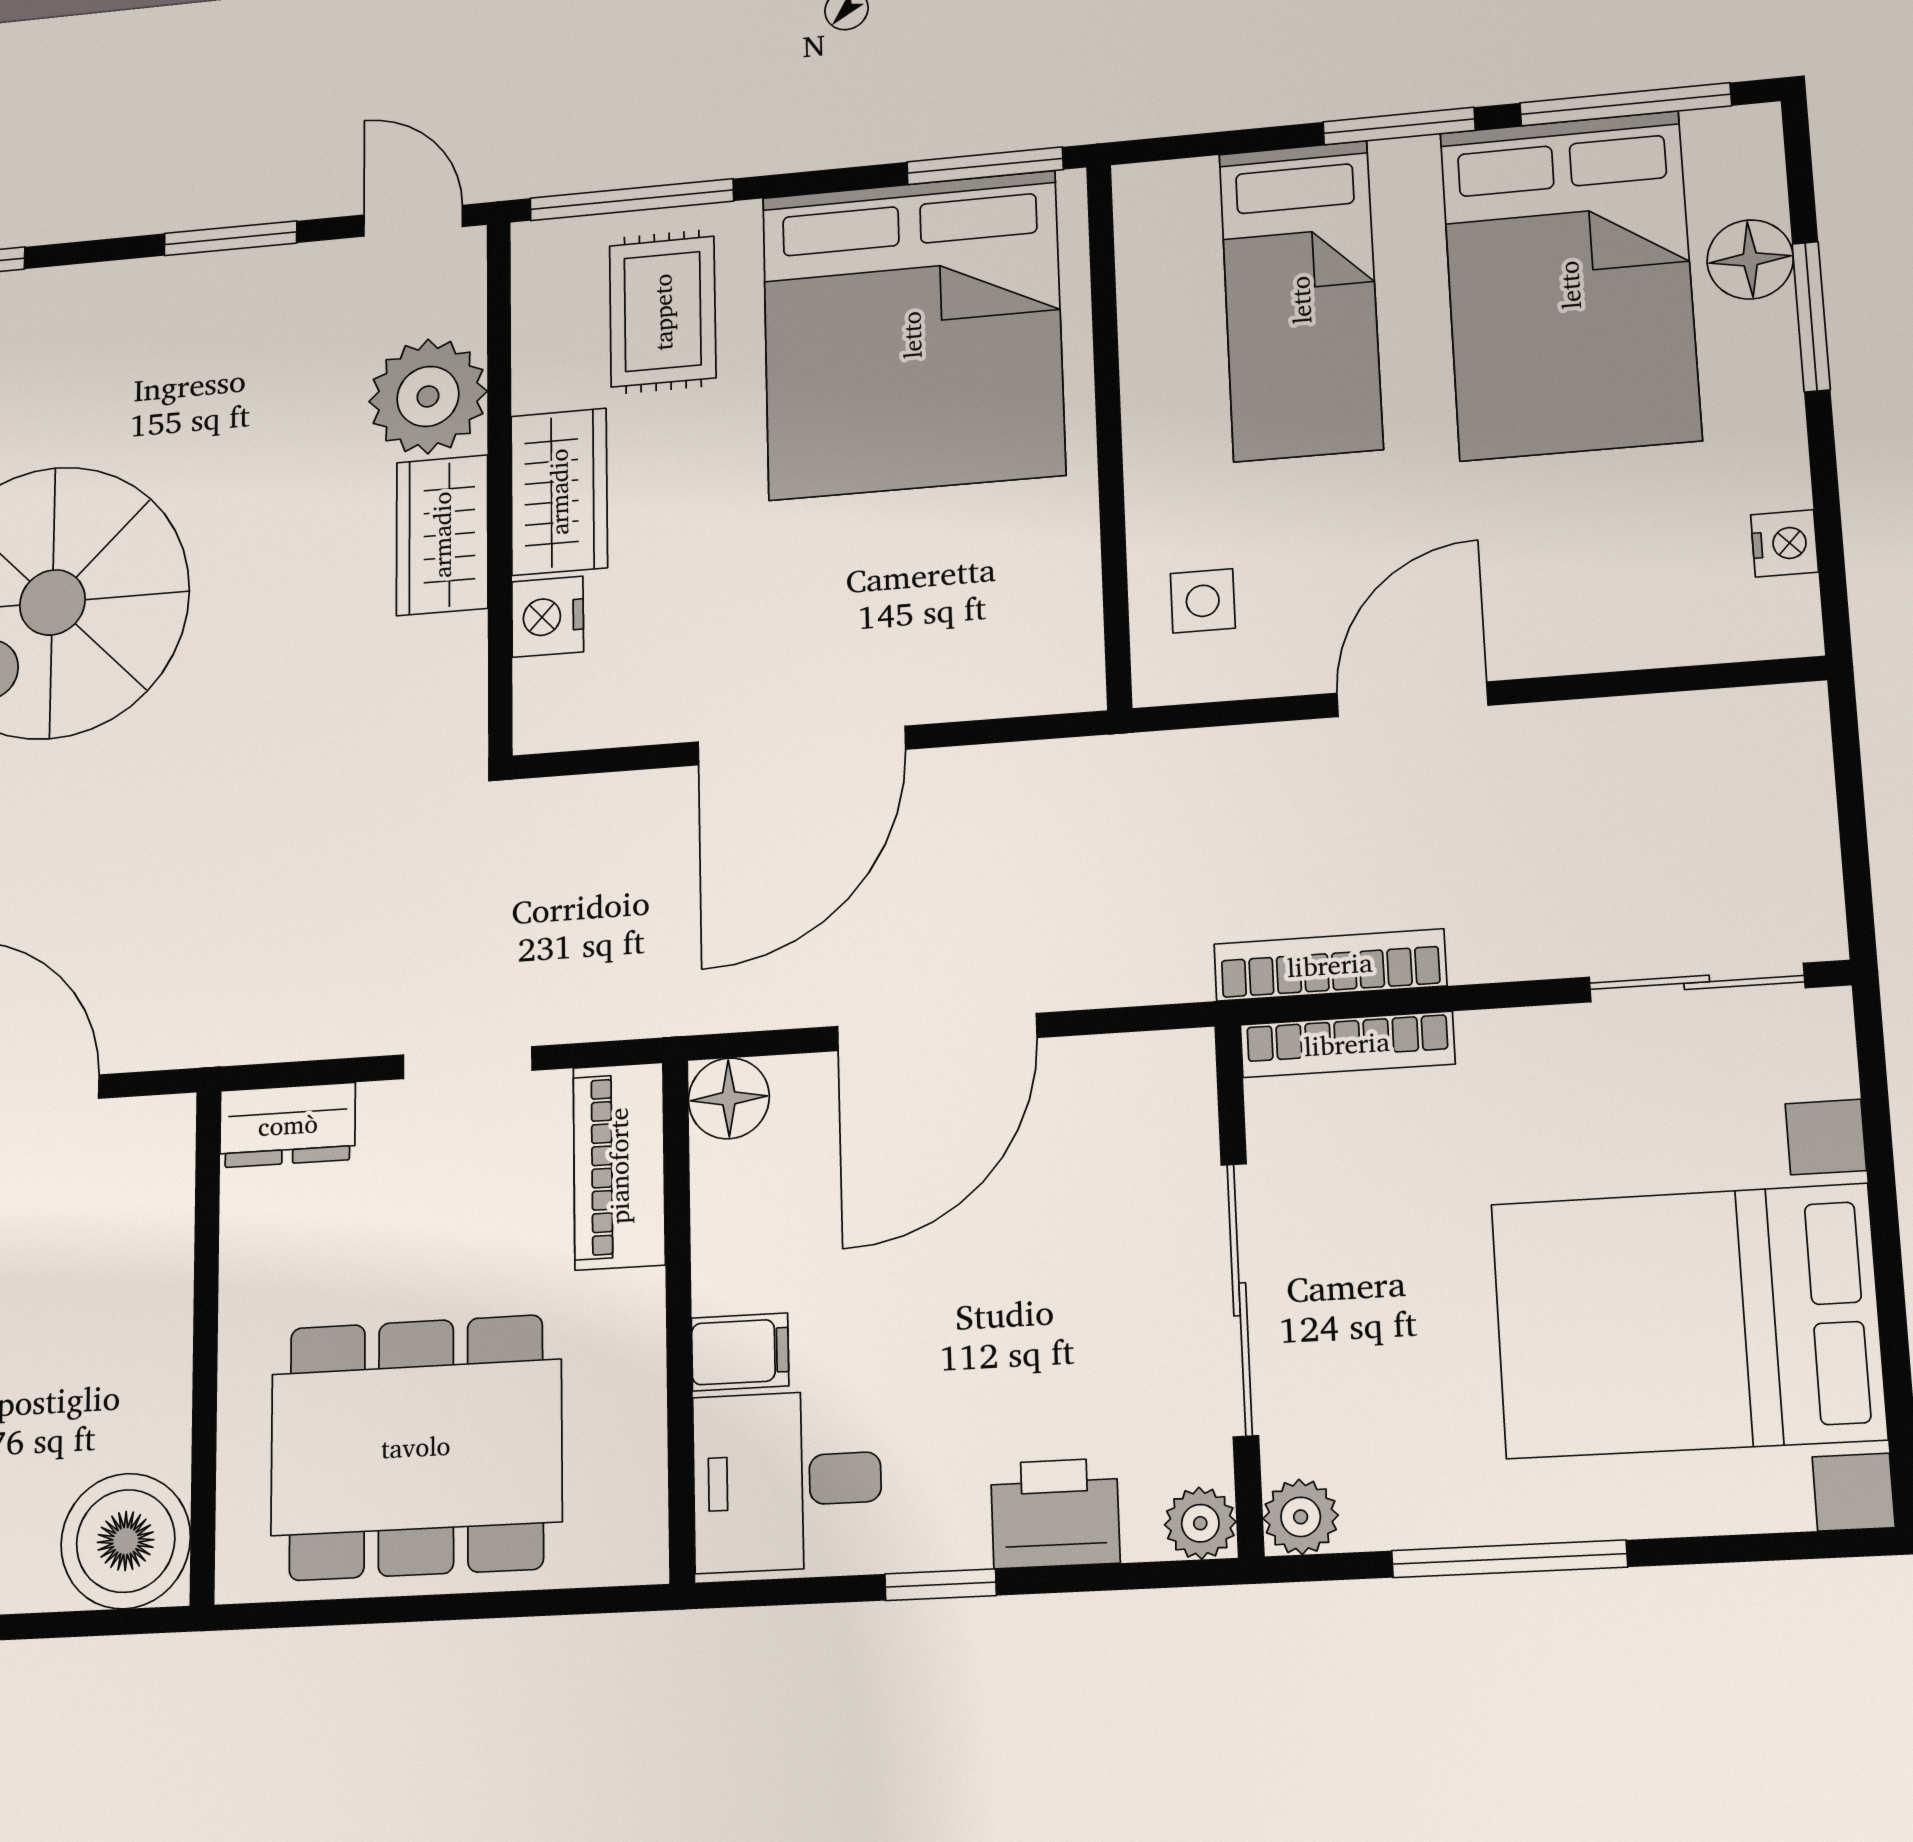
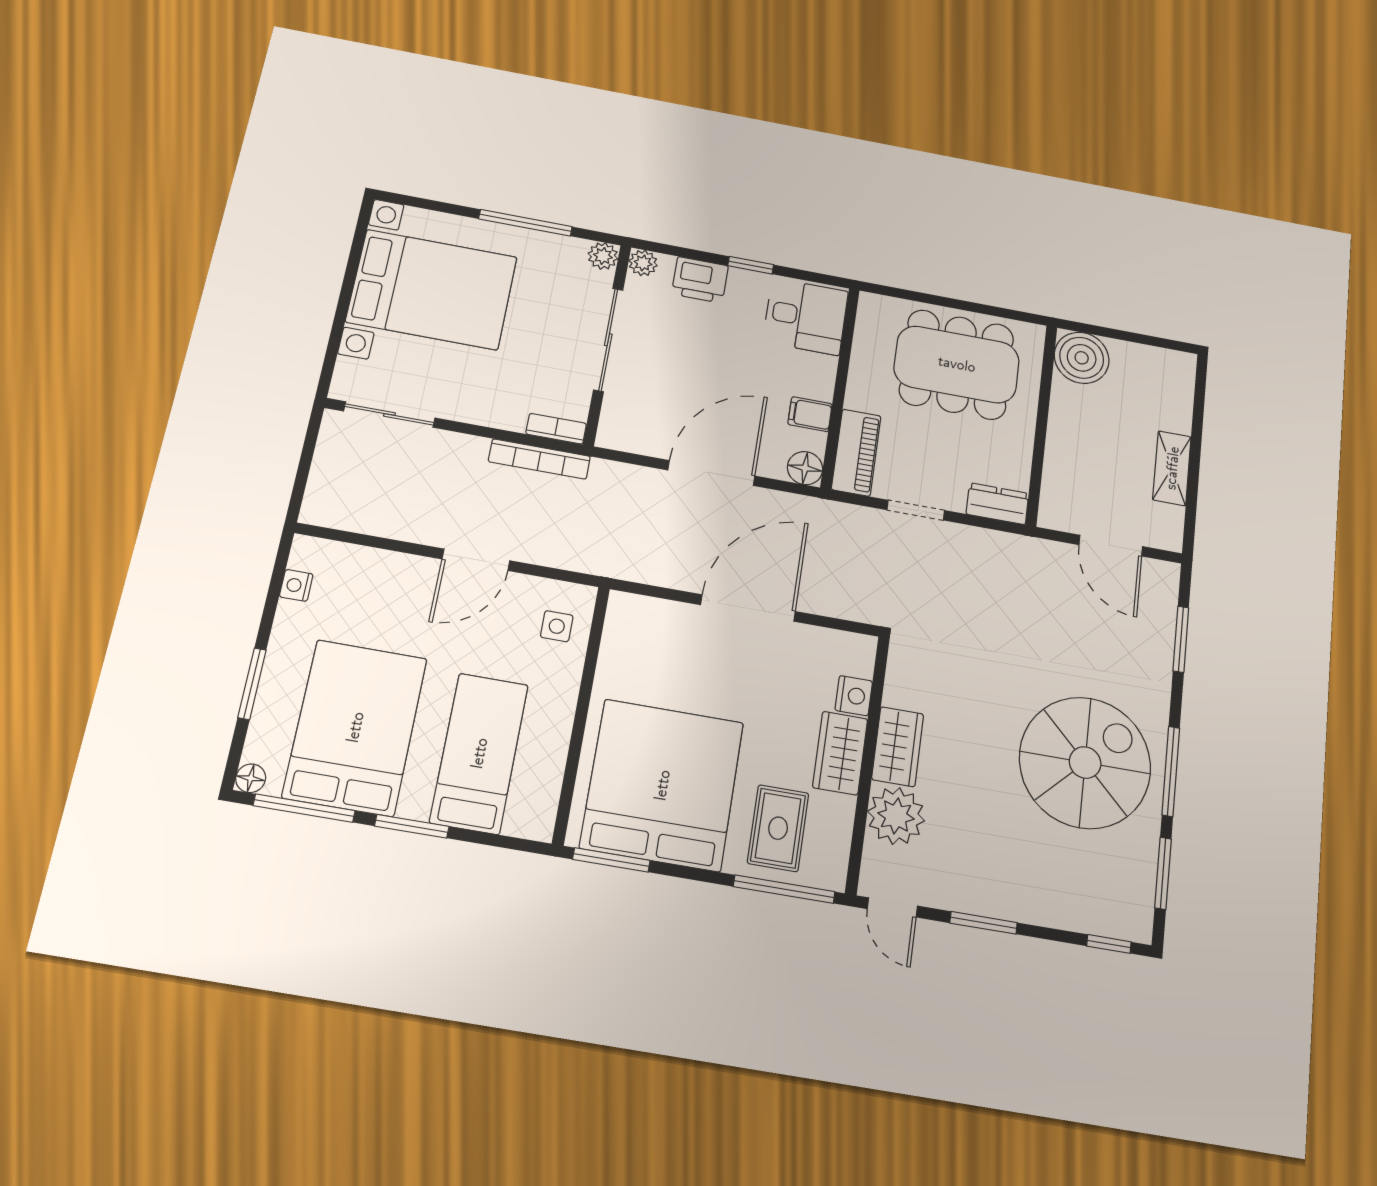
floor lamp: (1750, 259) -> (251, 778), moved, width x0.73, depth x0.73
bookcase: (1347, 1044) -> (556, 429), width x0.64
filing cabinet: (740, 1352) -> (810, 414), moved

